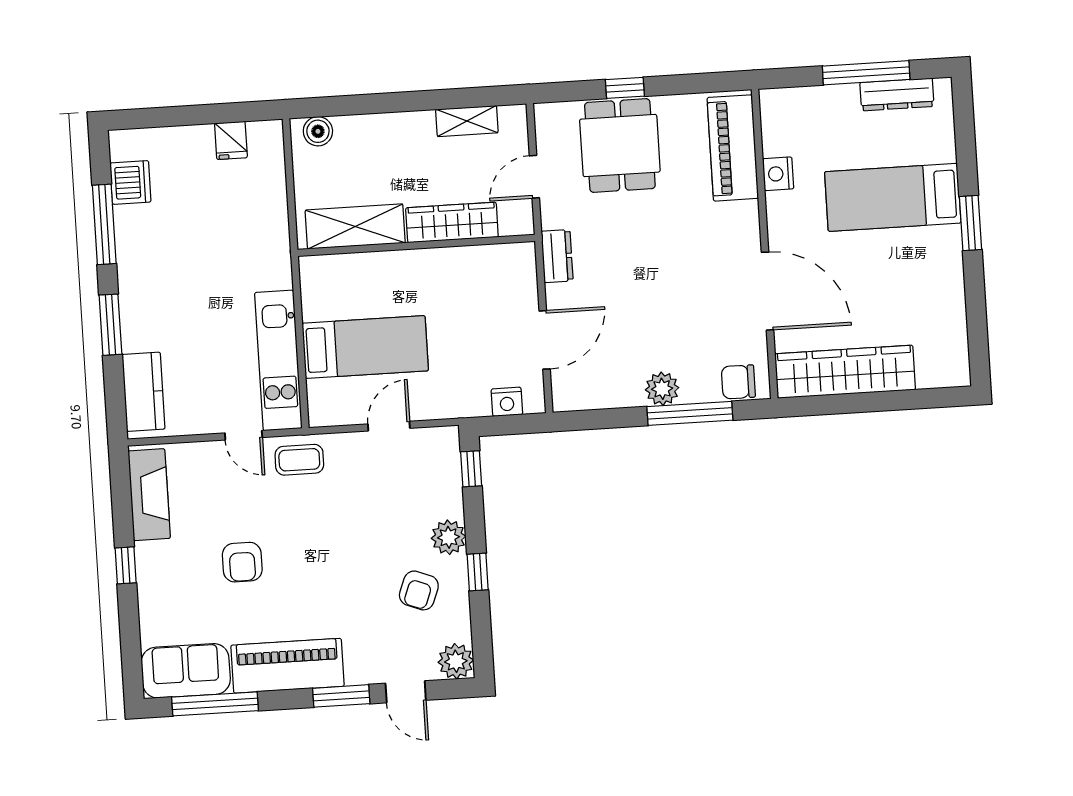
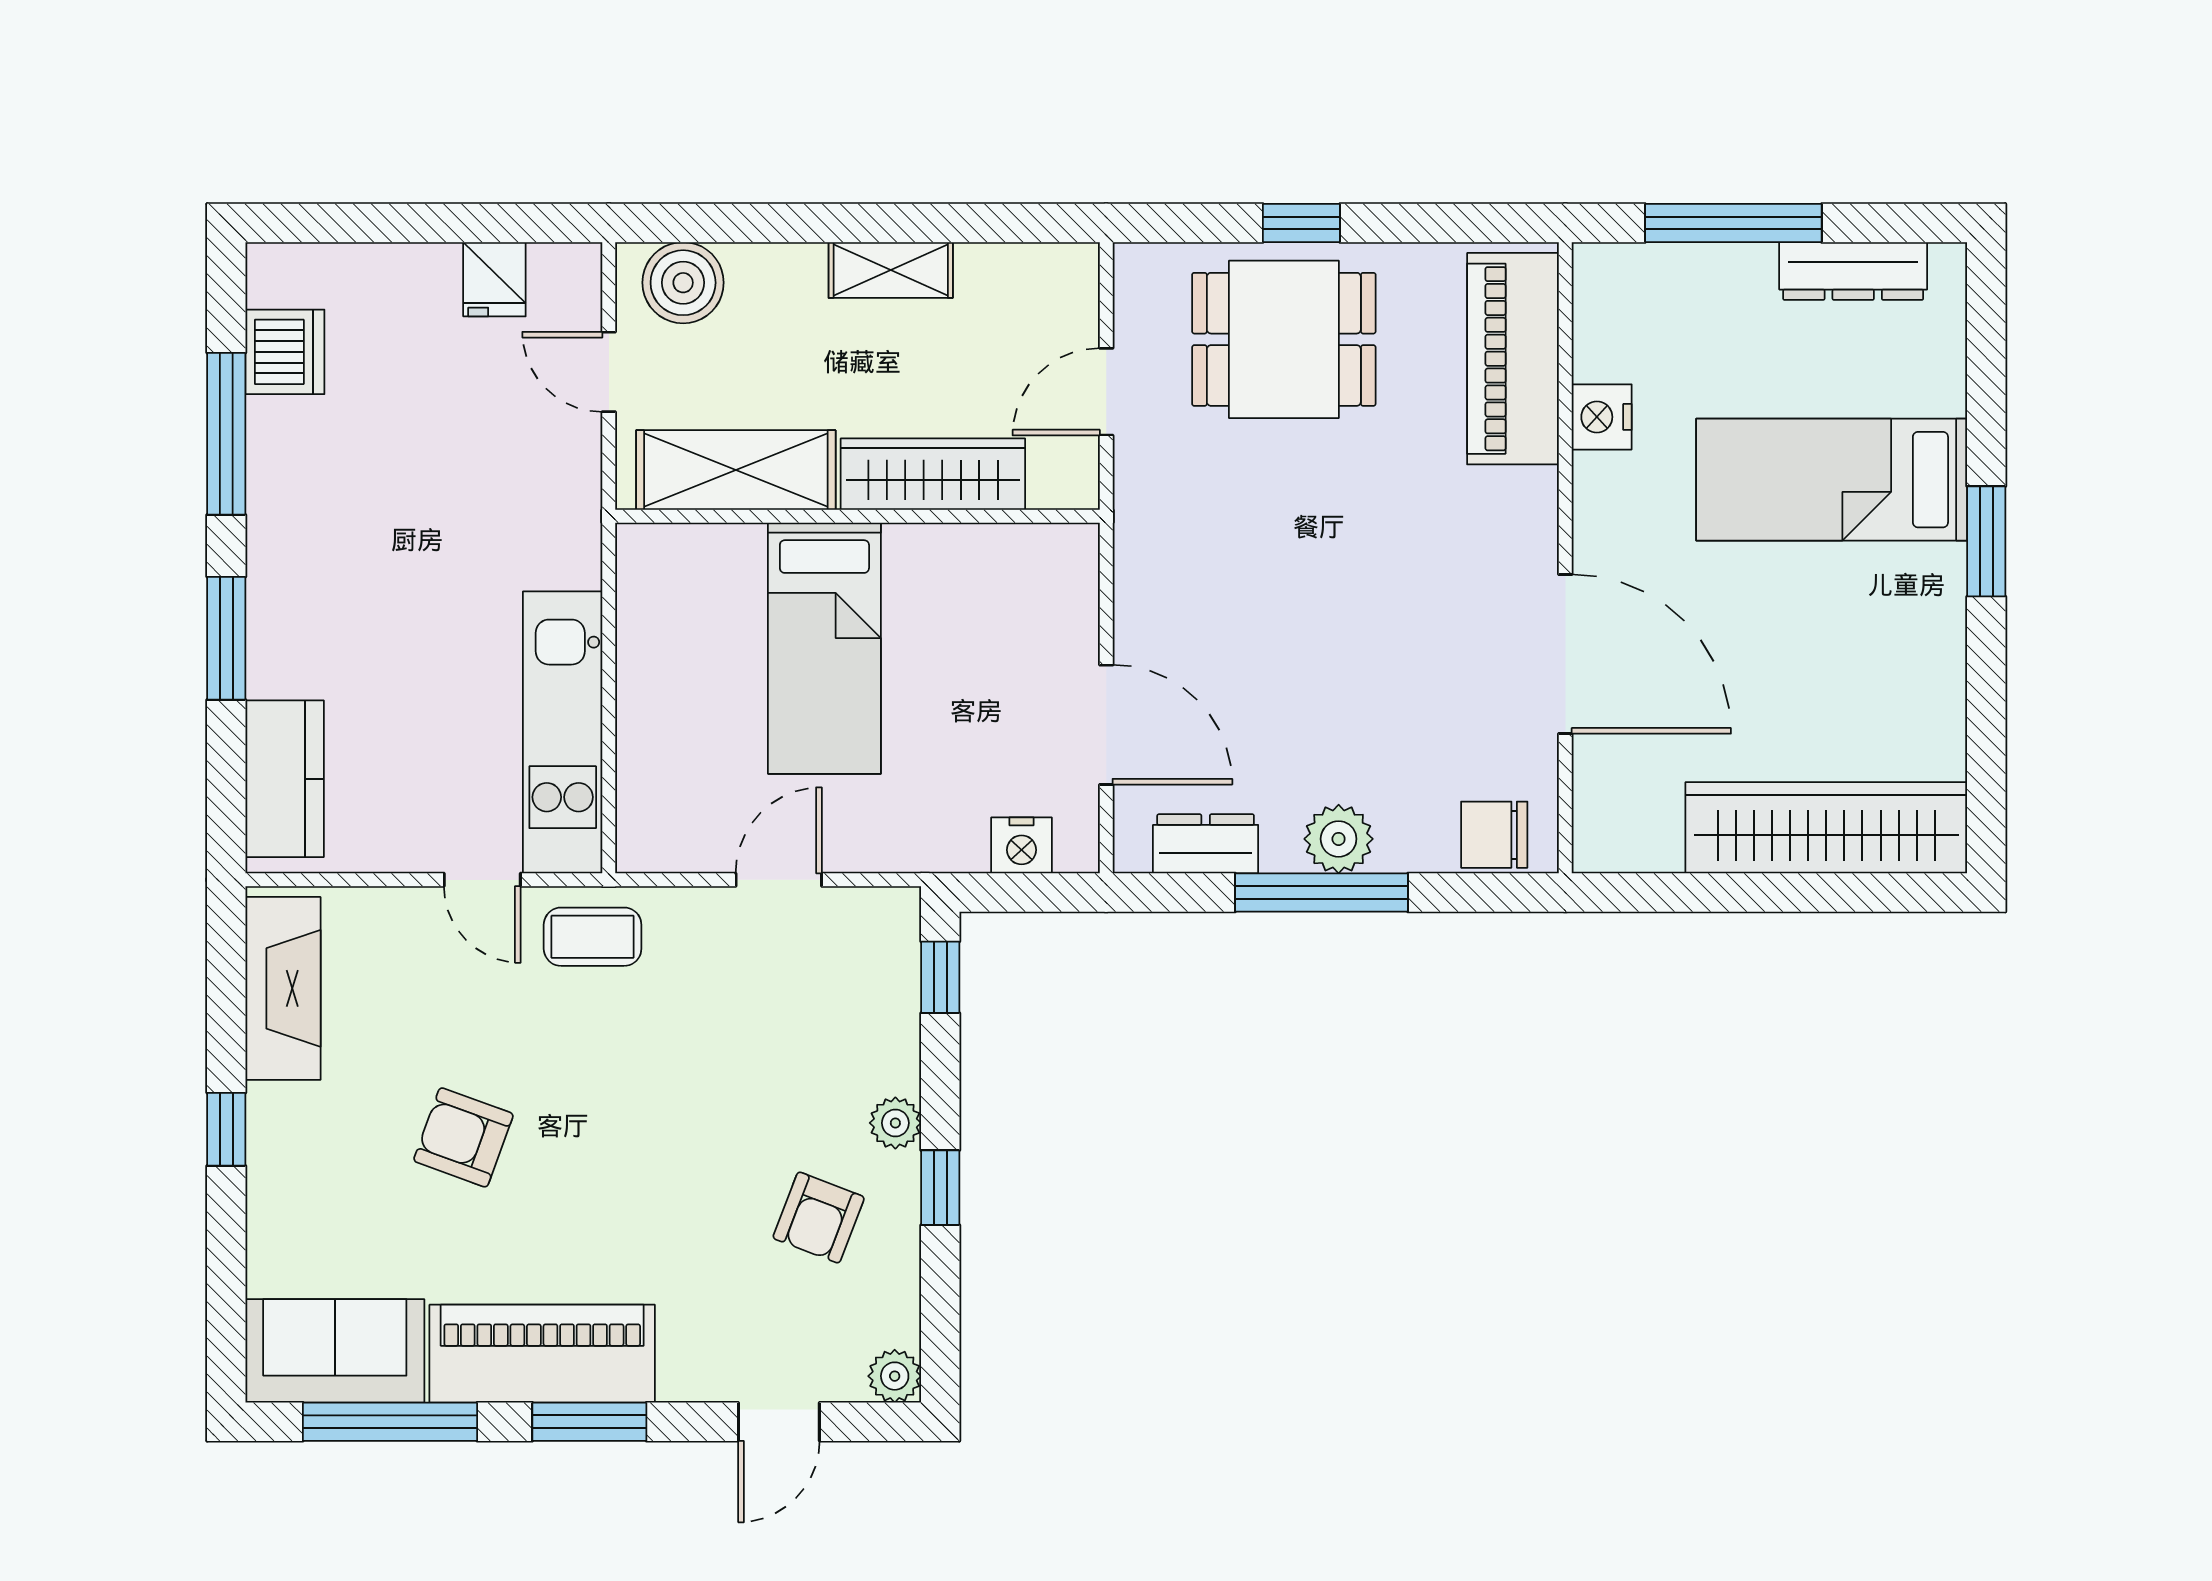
window: (866, 73) -> (1733, 223), moved
shelving: (467, 121) -> (891, 270), moved
boiler: (318, 131) -> (683, 283), width x1.36, depth x1.36
dining table: (620, 146) -> (1284, 339), turned 90
door: (290, 182) -> (609, 372), added
dresser: (557, 256) -> (1206, 844), moved, turned -90
door: (545, 340) -> (1106, 725), hinge flipped
bed: (365, 347) -> (824, 648), moved, turned 90
wardrobe: (845, 372) -> (1826, 828), moved
window: (690, 413) -> (1321, 892), moved
plant: (449, 537) -> (895, 1123), width x0.73, depth x0.73
armchair: (242, 562) -> (463, 1137), turned 110
plant: (456, 661) -> (895, 1376), width x0.73, depth x0.73
door: (406, 692) -> (779, 1422), hinge flipped
window: (341, 696) -> (589, 1422), moved

